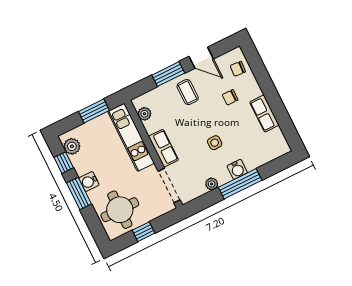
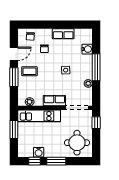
plant: (72, 146) -> (28, 152), removed
water cooler: (237, 169) -> (87, 49), moved
water cooler: (89, 181) -> (39, 152), moved
window: (144, 232) -> (96, 123), moved

